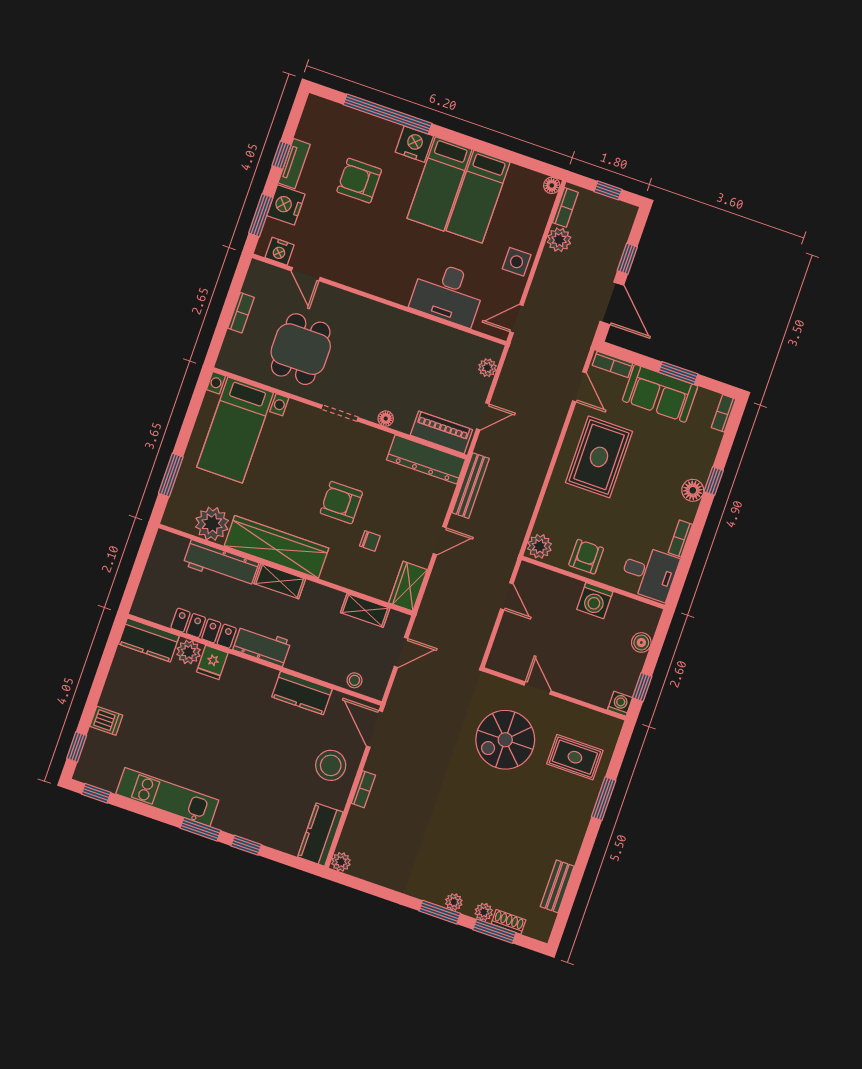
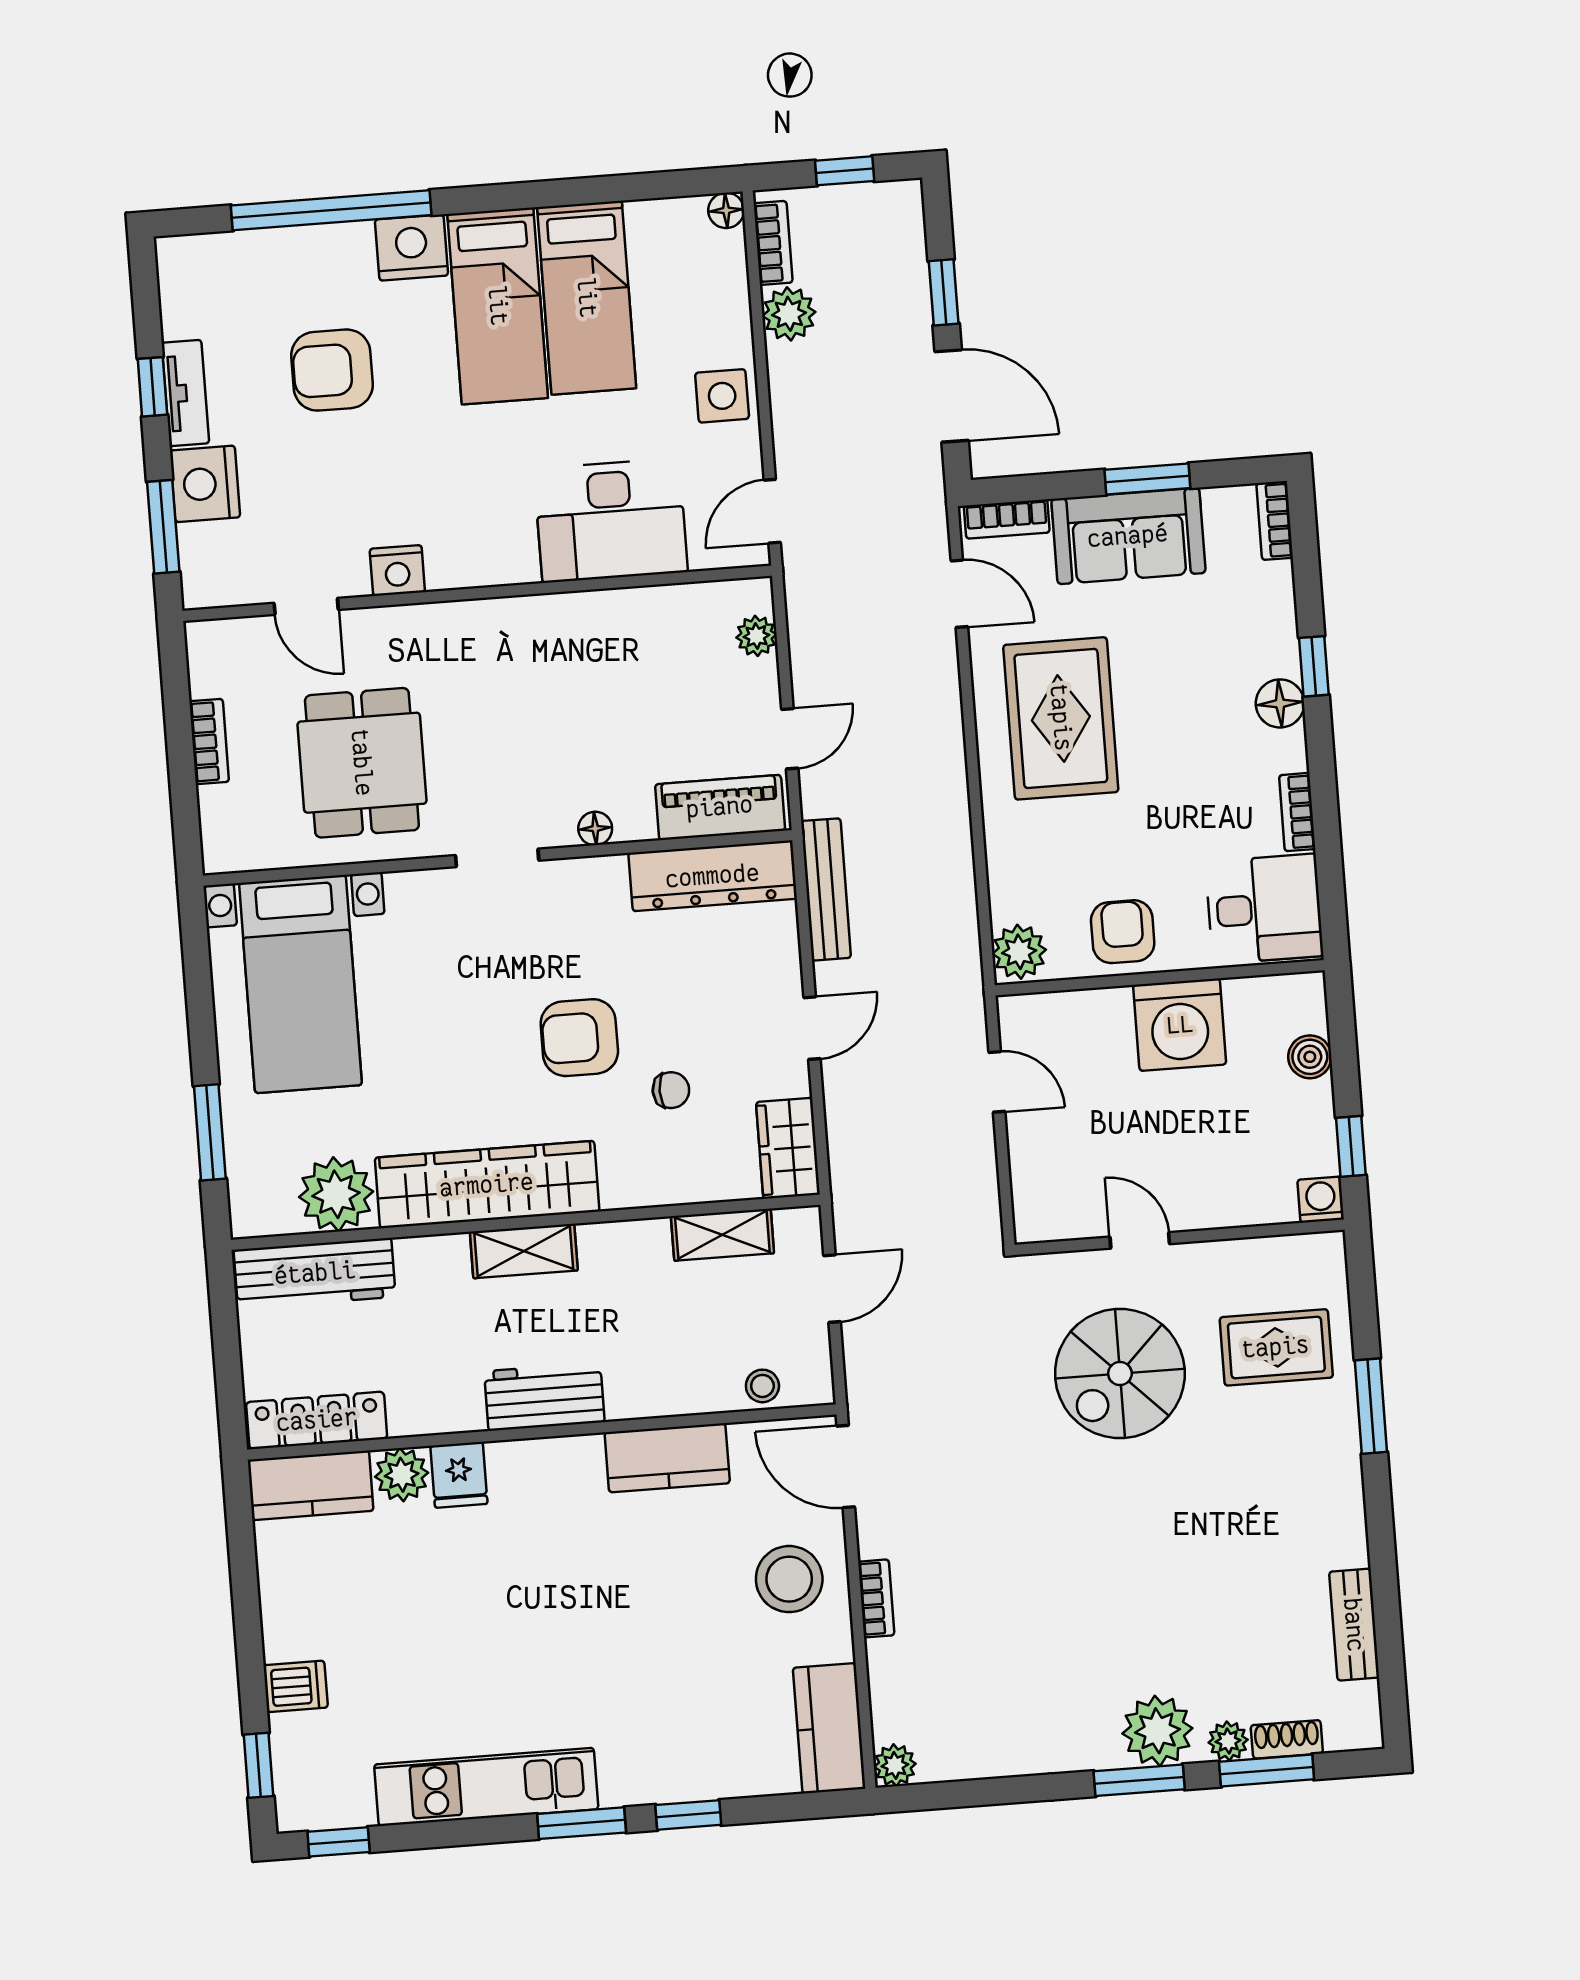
nightstand: (280, 251) -> (397, 571), moved
workbench: (221, 564) -> (315, 1273), moved
washing machine: (595, 601) -> (1180, 1025), width x1.37, depth x1.37
locker: (204, 628) -> (317, 1420), moved
plant: (454, 902) -> (1157, 1731), width x1.88, depth x1.88

